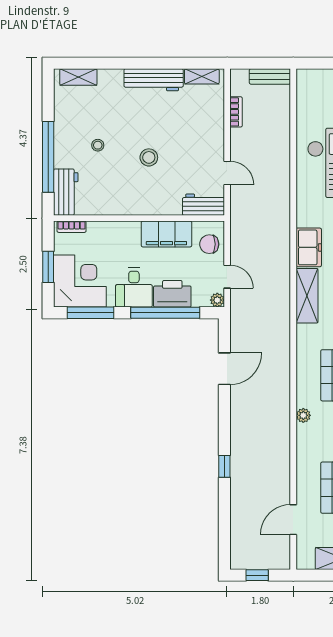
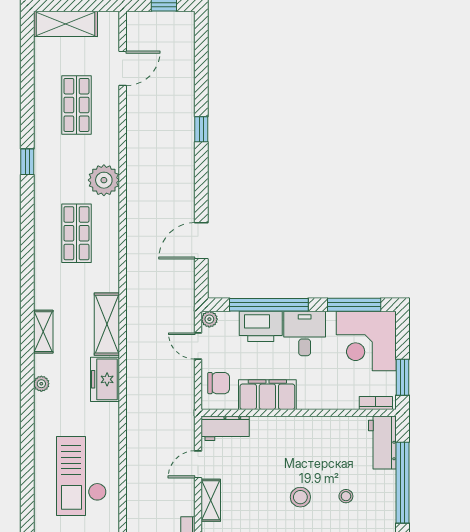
shelving: (216, 142) -> (211, 500), added
stool: (149, 157) -> (300, 497), moved
door: (227, 173) -> (198, 464), hinge flipped
window: (48, 267) -> (403, 377), moved
plant: (303, 415) -> (104, 180), width x1.88, depth x1.88

